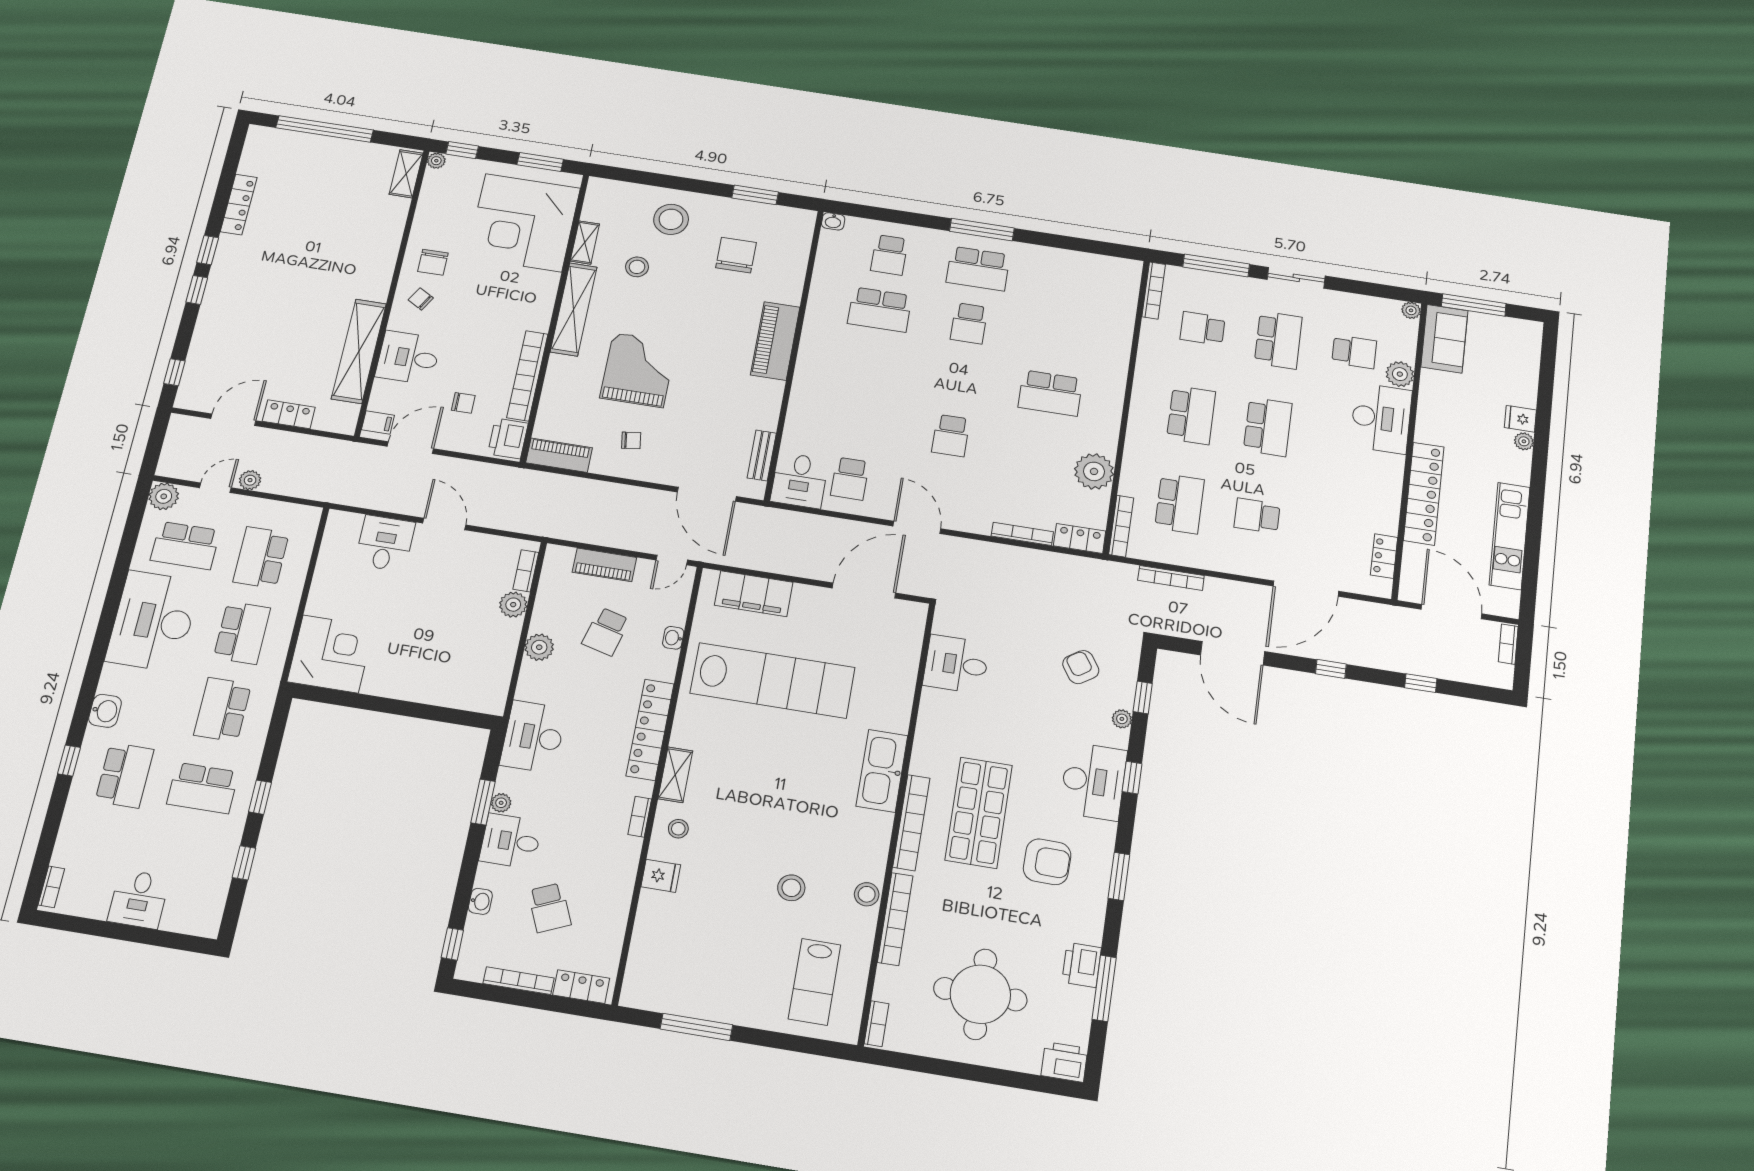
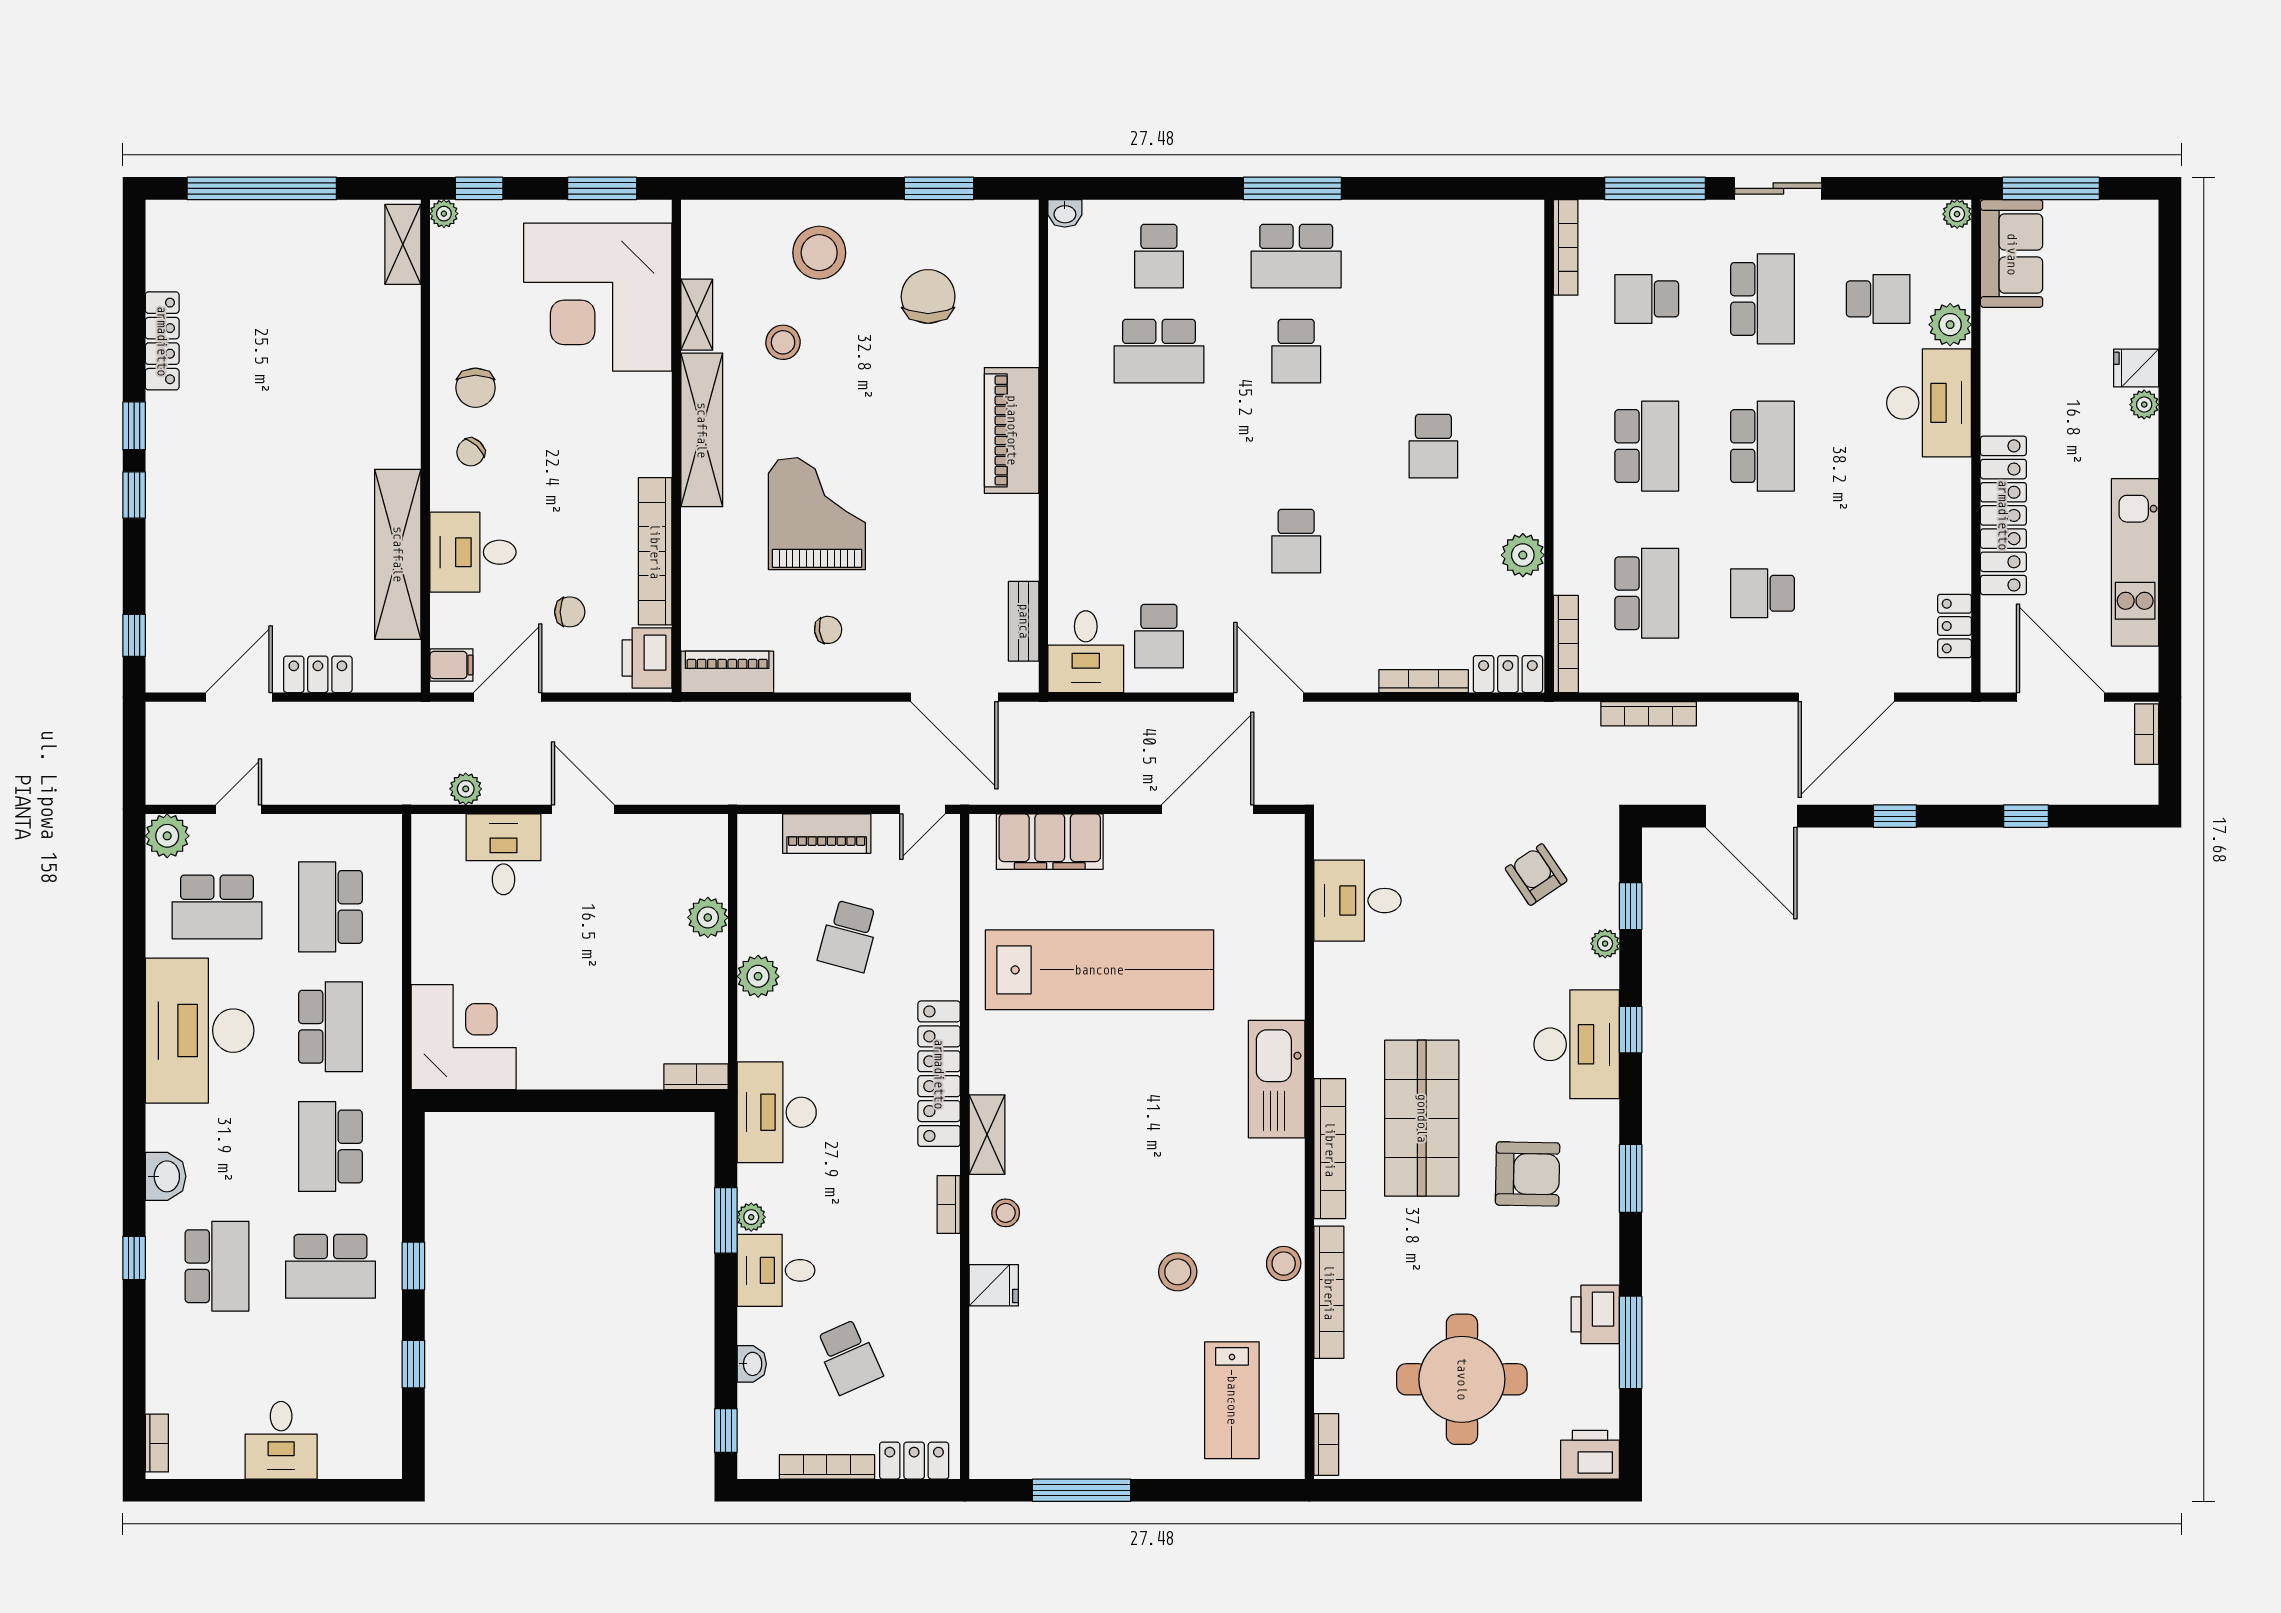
chair: (421, 299) -> (471, 452), turned -76
school desk: (1050, 393) -> (1433, 446), width x0.54
plant: (1094, 471) -> (1523, 555), width x0.73, depth x0.73
plant: (250, 480) -> (466, 789), moved
bookcase: (526, 571) -> (696, 1077), moved, turned 90
washbasin: (673, 638) -> (946, 929), removed

